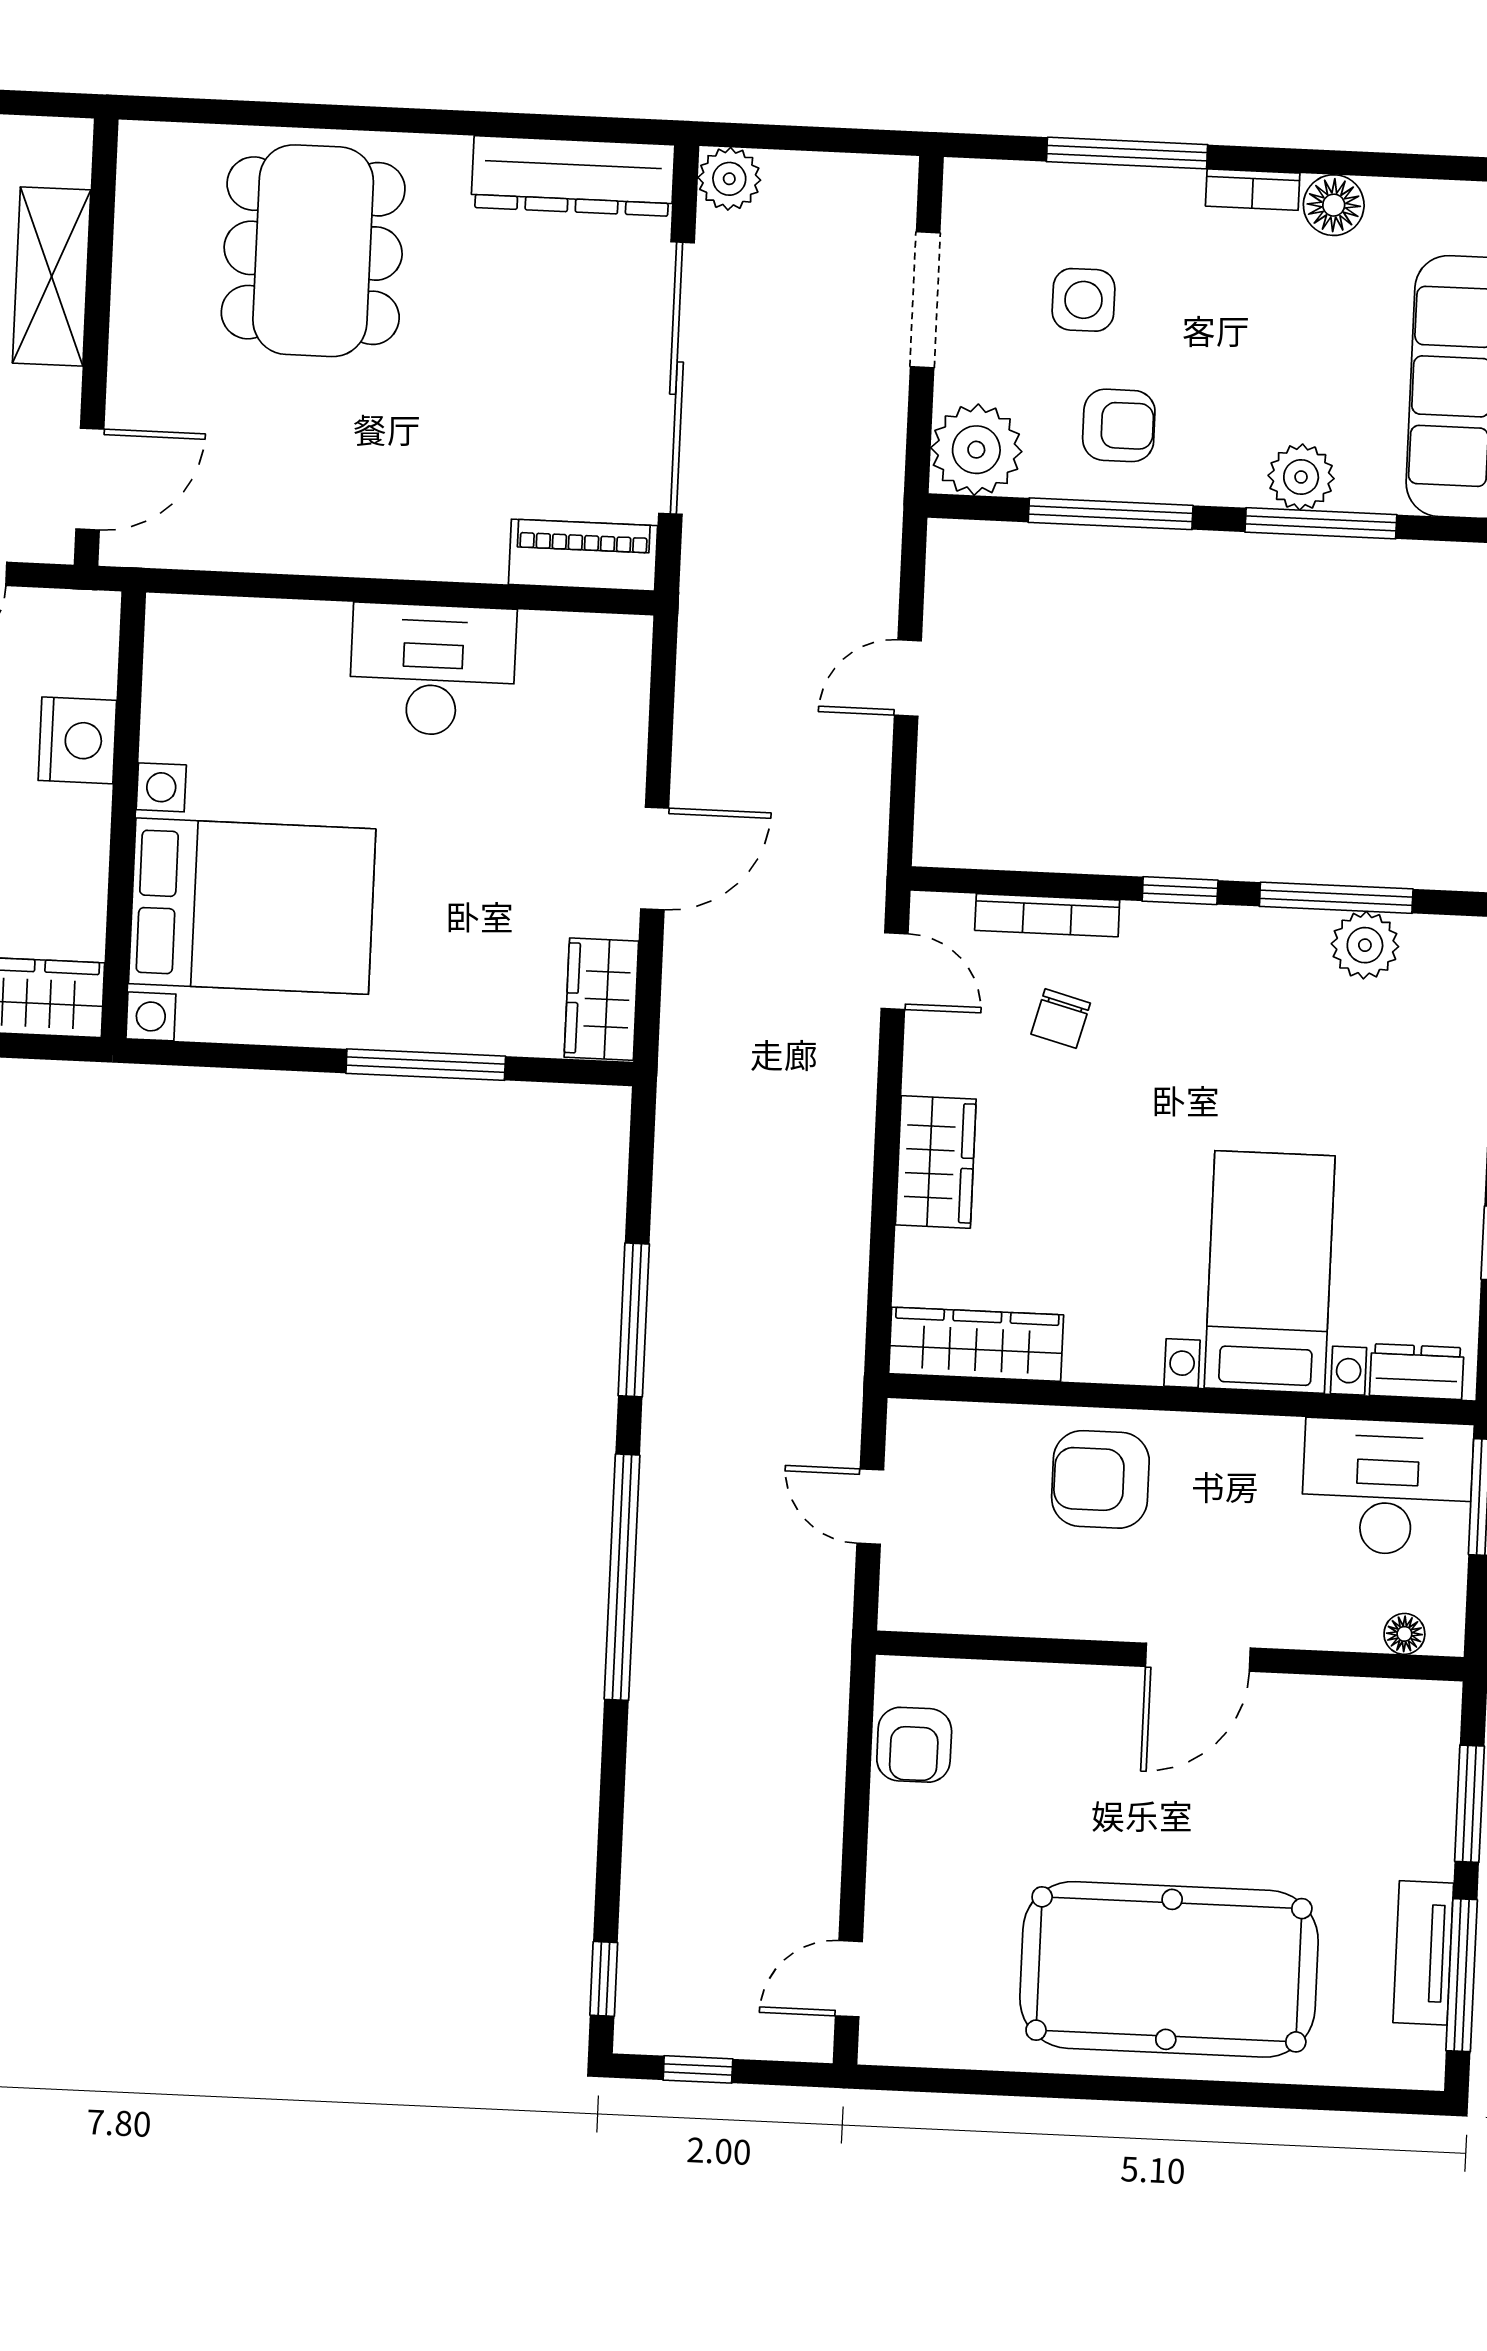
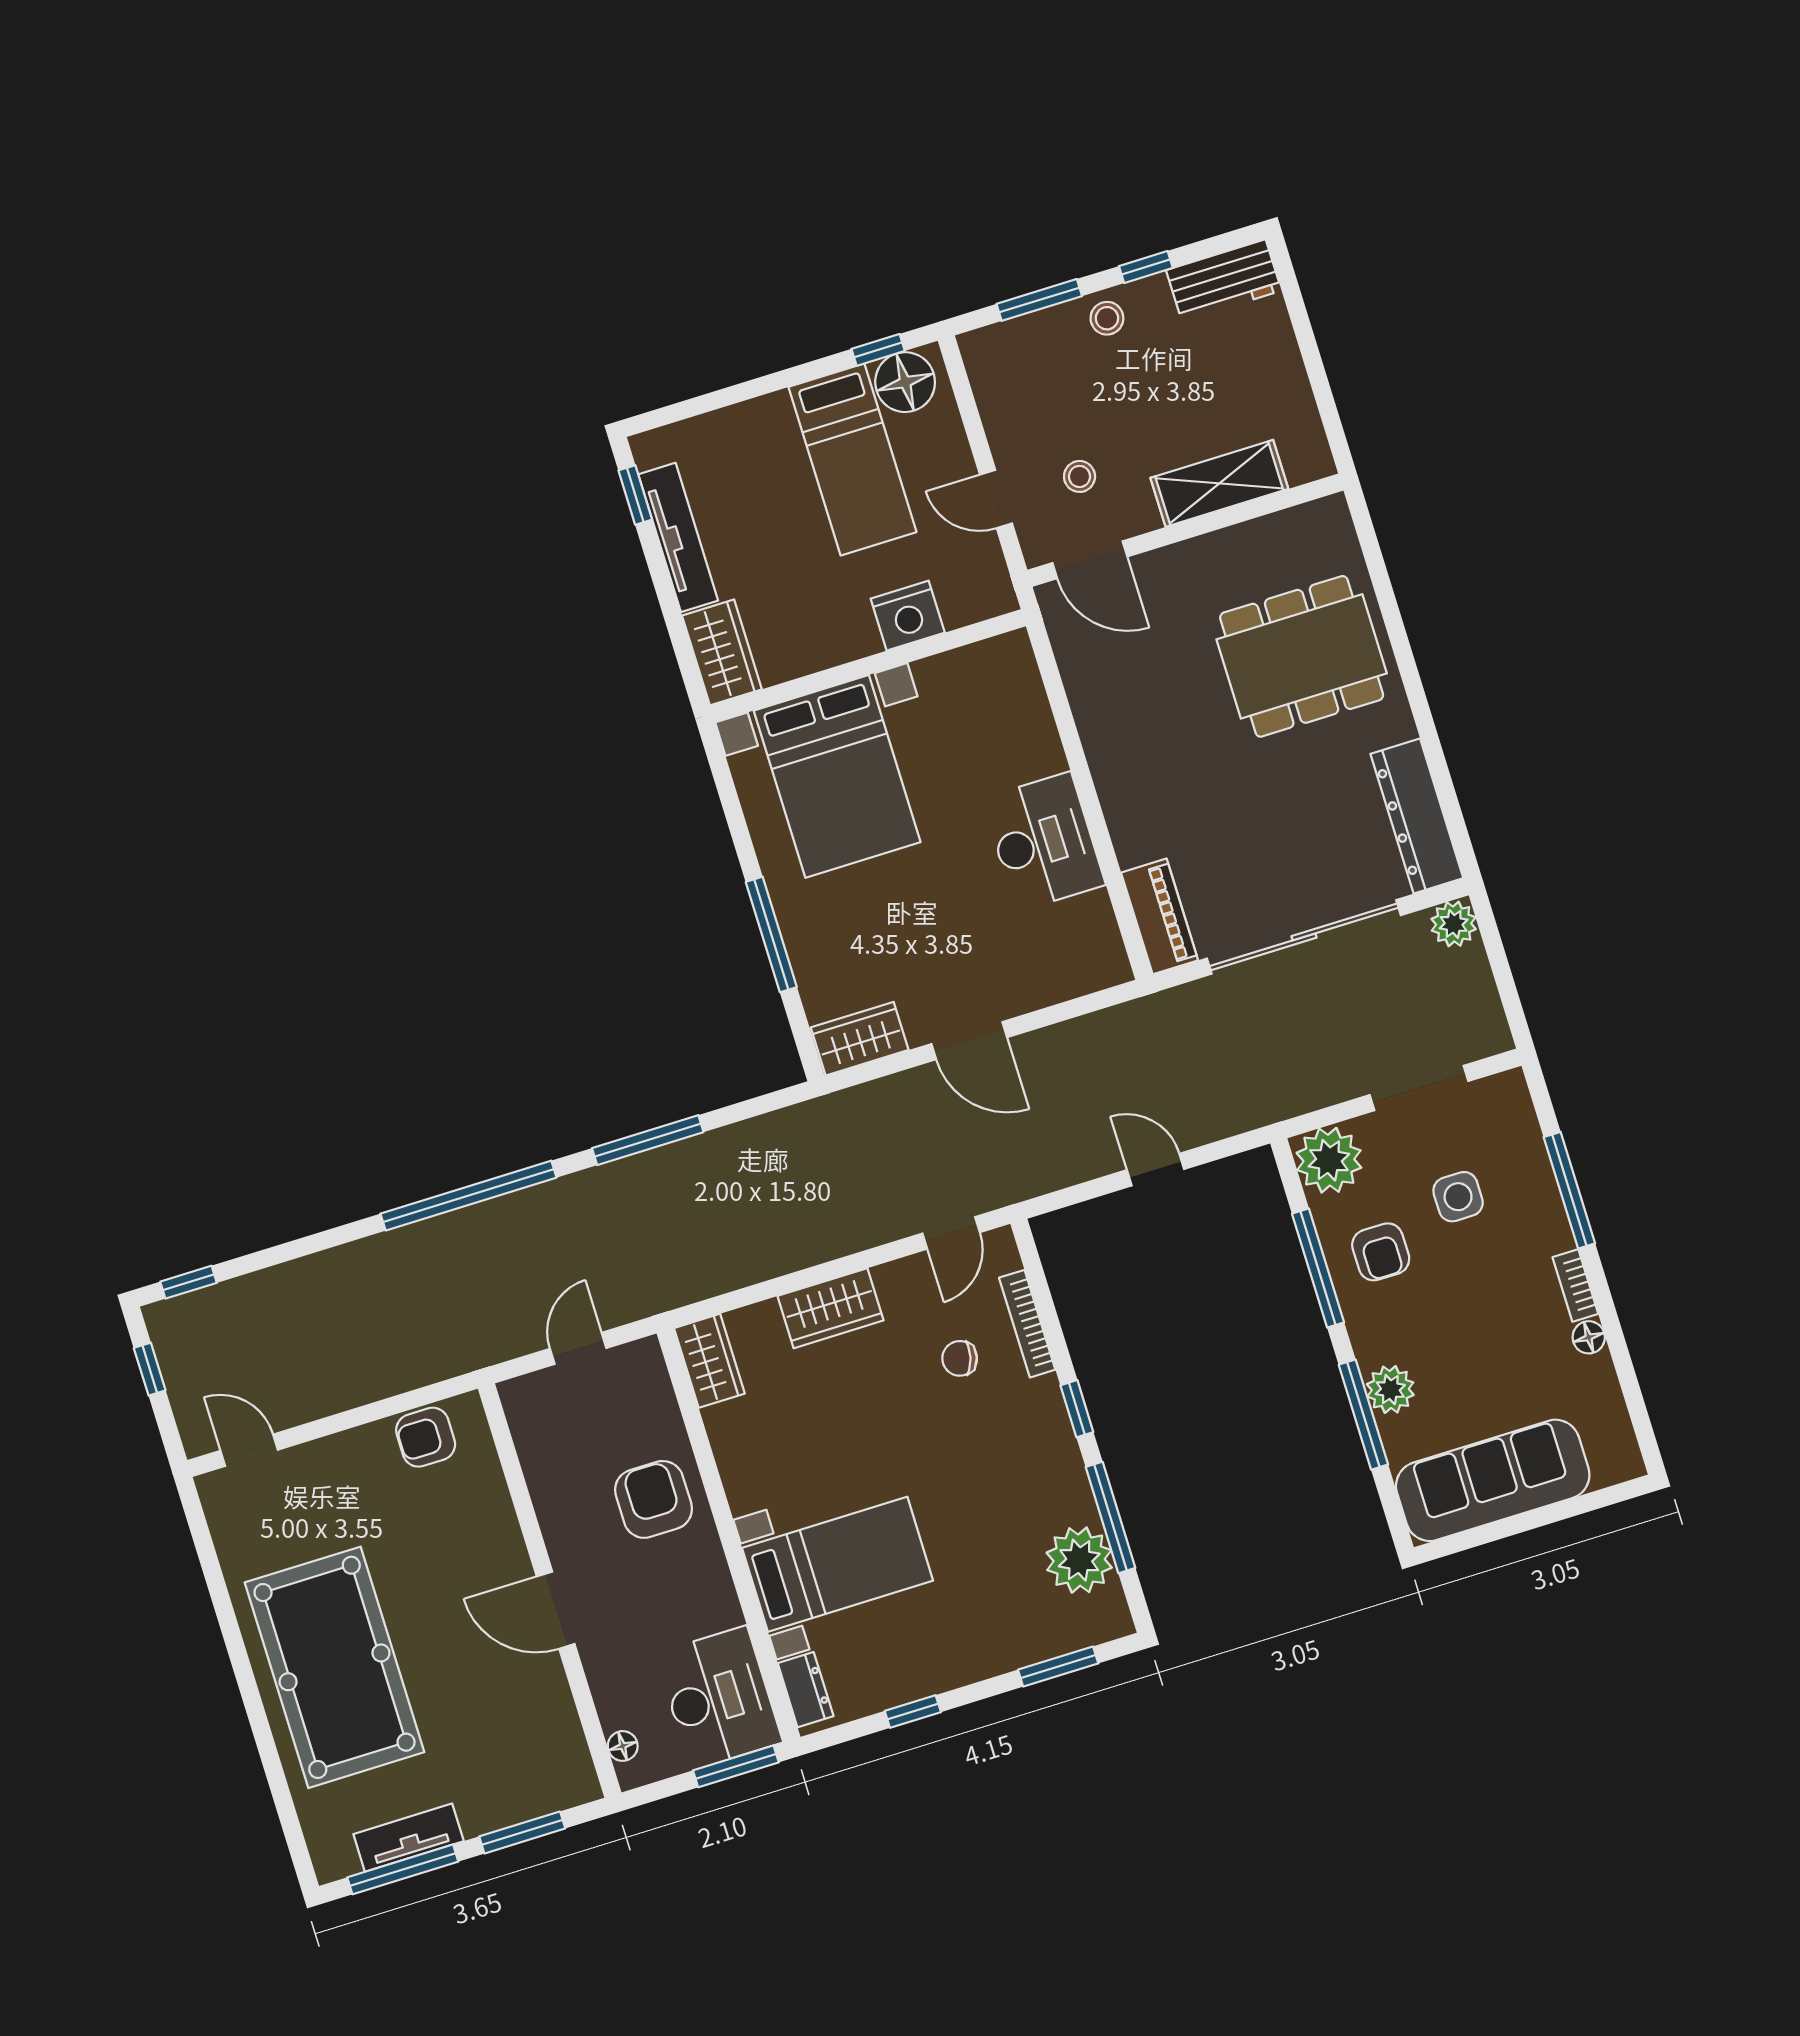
floor lamp: (1334, 205) -> (1589, 1337), width x0.73, depth x0.73
plant: (1365, 945) -> (1079, 1560), width x1.36, depth x1.36
wardrobe: (976, 1344) -> (709, 1361), width x0.67

